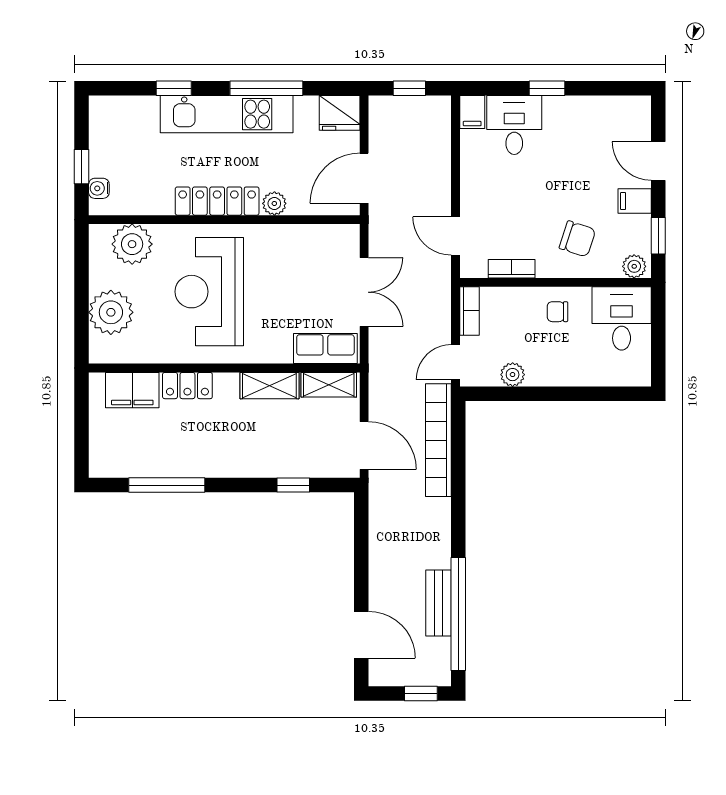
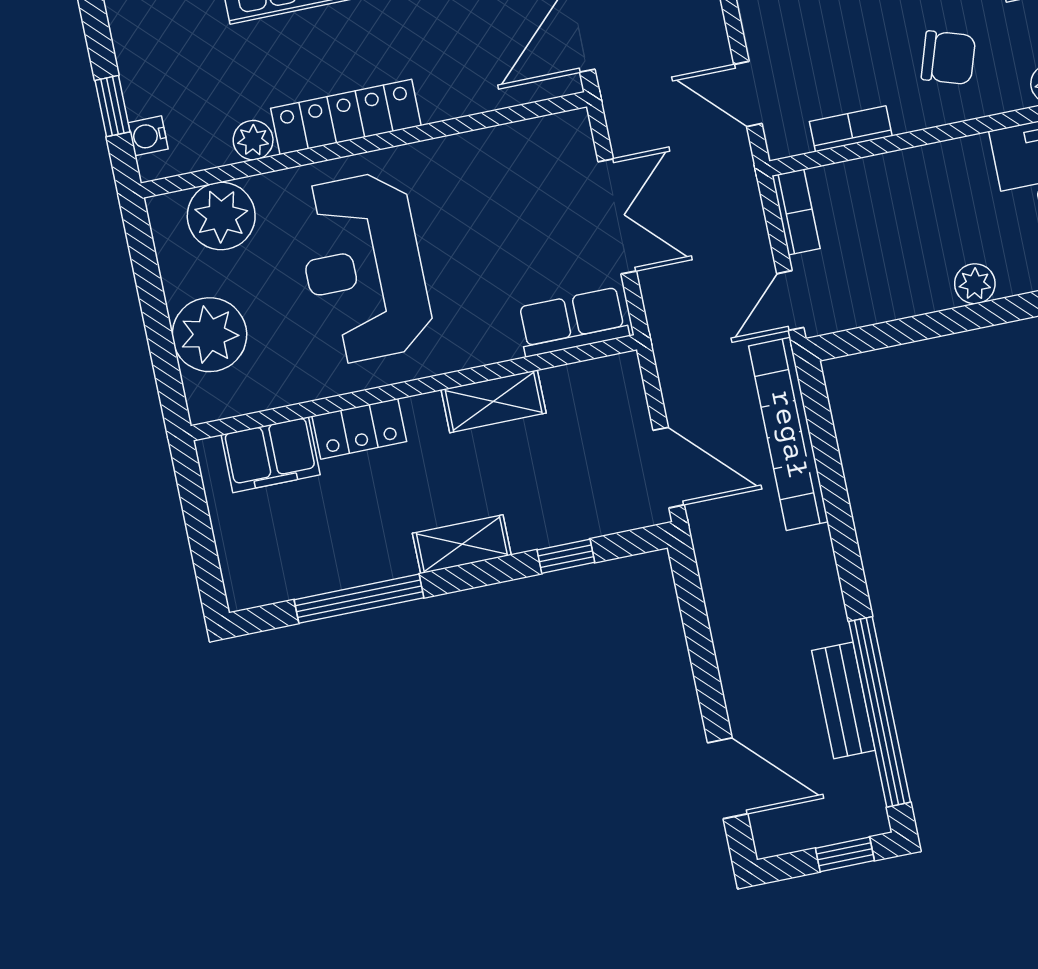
plant: (274, 203) -> (253, 140), moved
chair: (557, 312) -> (940, 184), removed
plant: (513, 375) -> (975, 284), moved
shelving: (329, 385) -> (462, 544), moved

